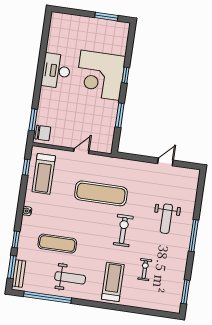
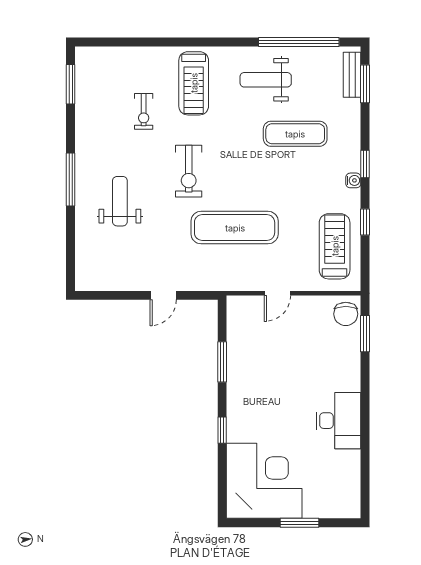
window: (106, 17) -> (299, 523), moved
corner desk: (100, 75) -> (264, 481), moved
chair: (43, 133) -> (346, 314), turned -90
door: (165, 162) -> (163, 295), moved
window: (26, 167) -> (365, 222), moved
window: (16, 239) -> (365, 164), moved

